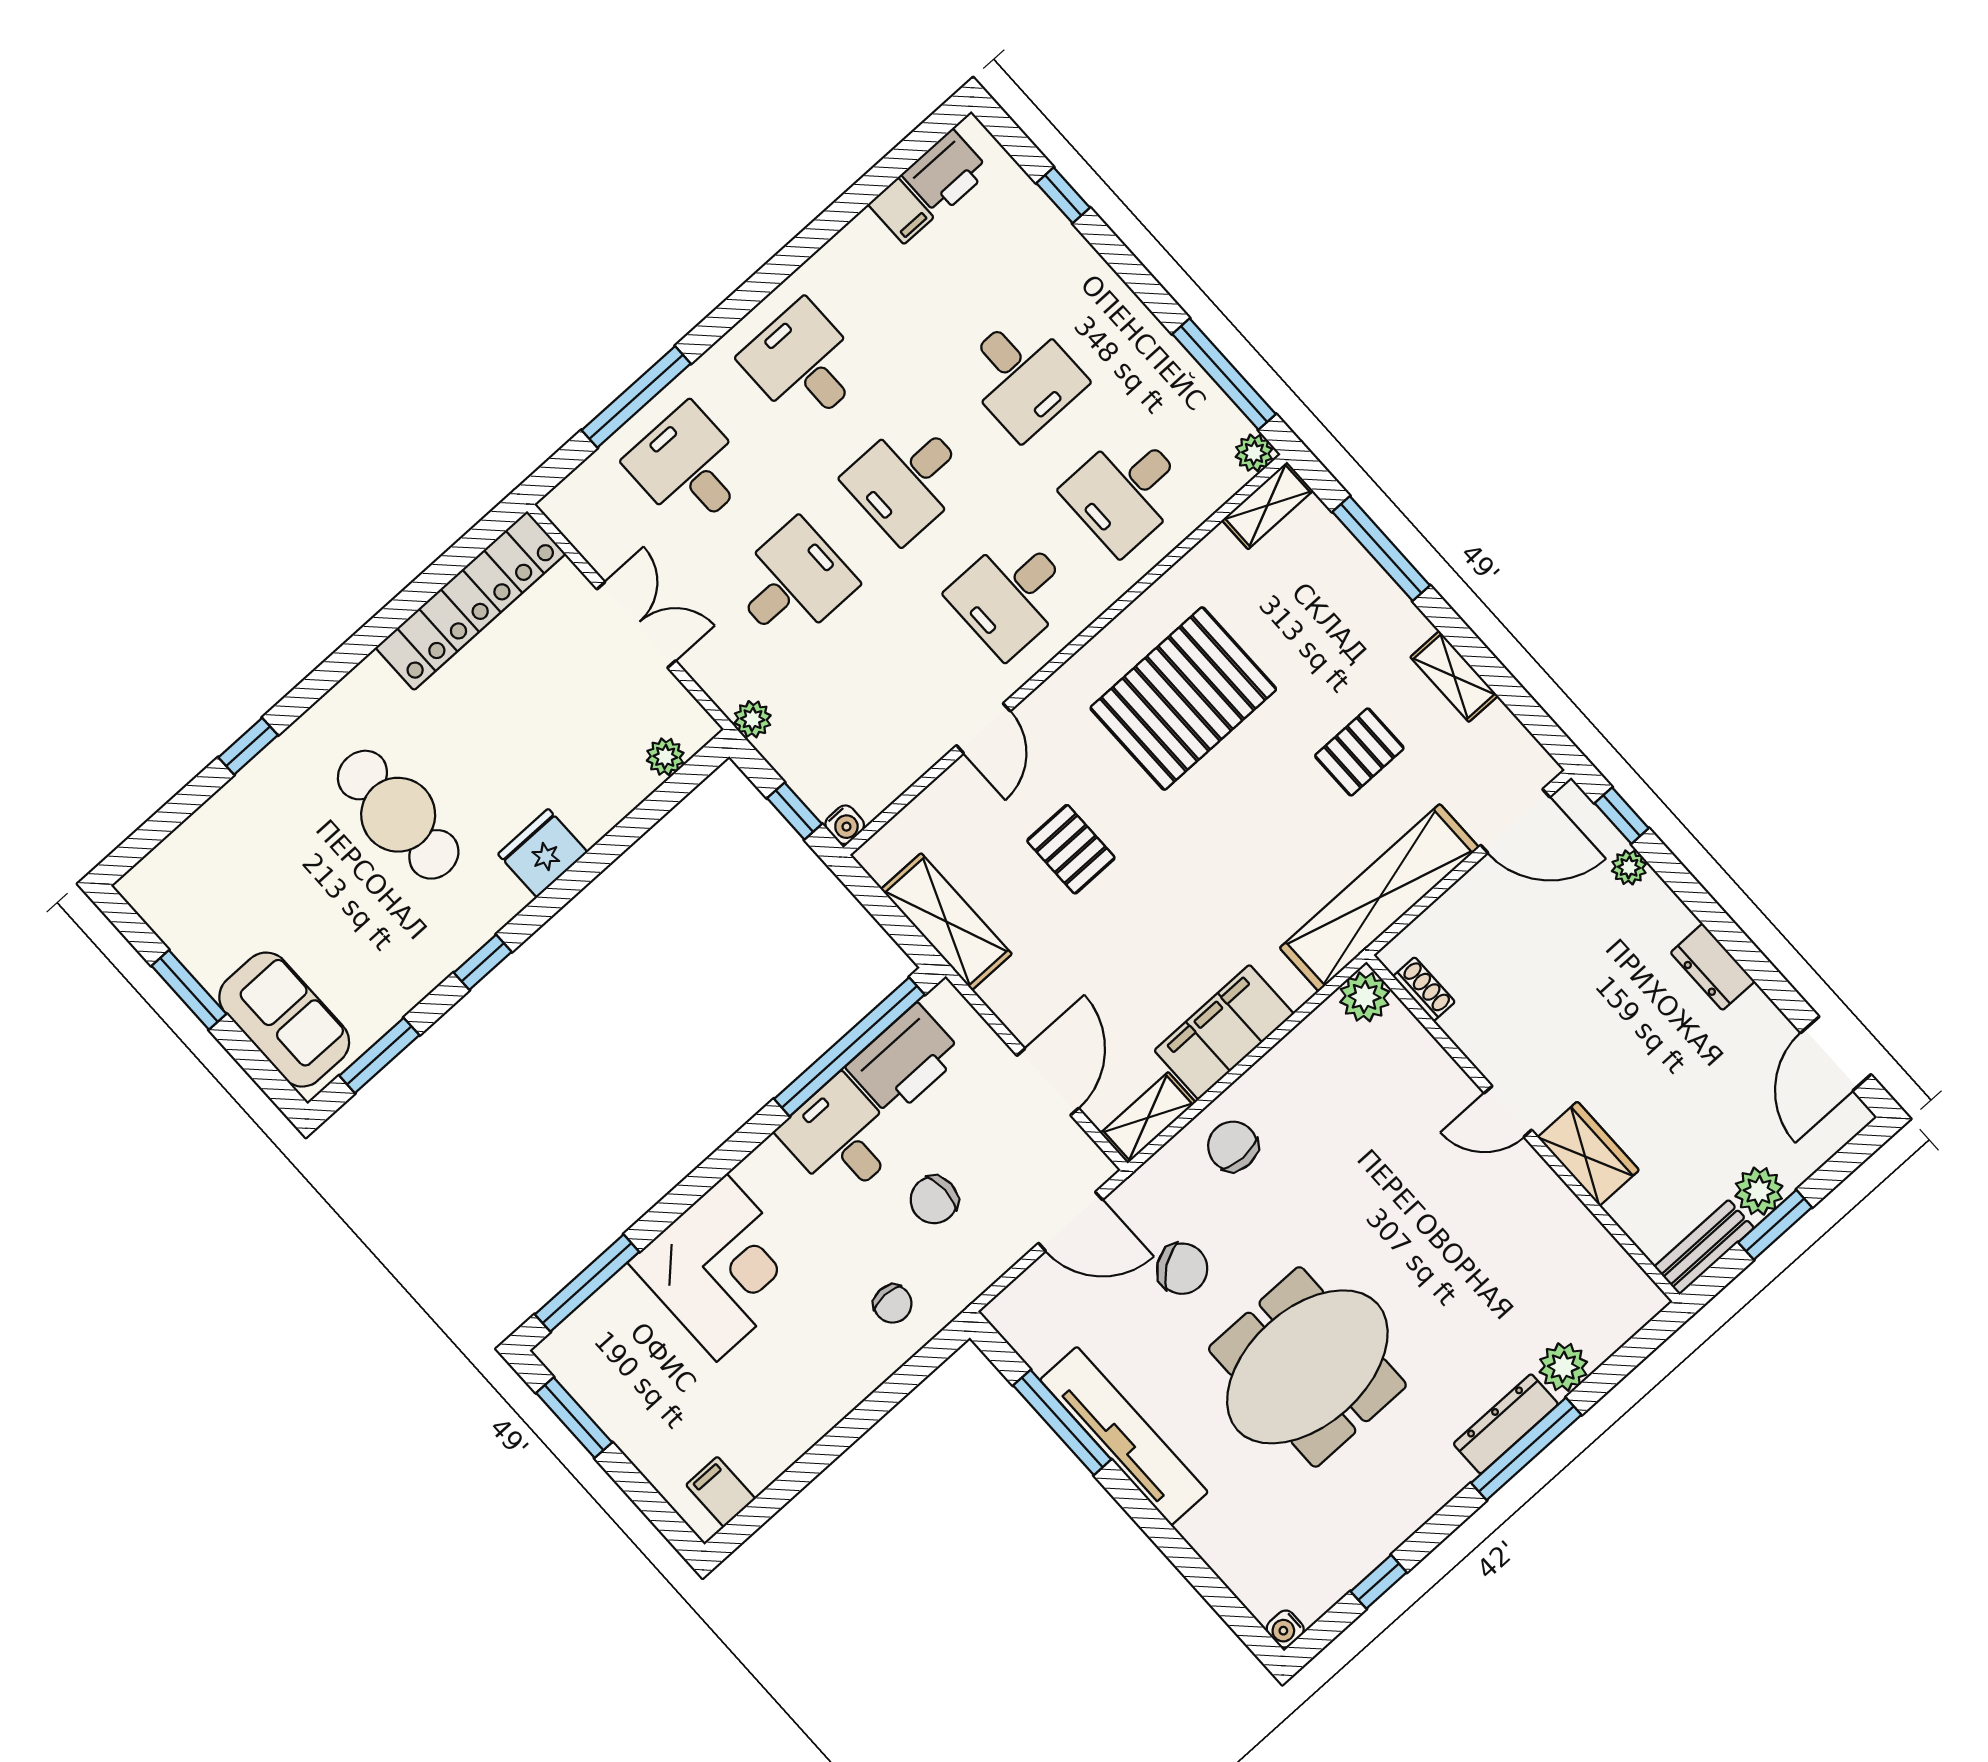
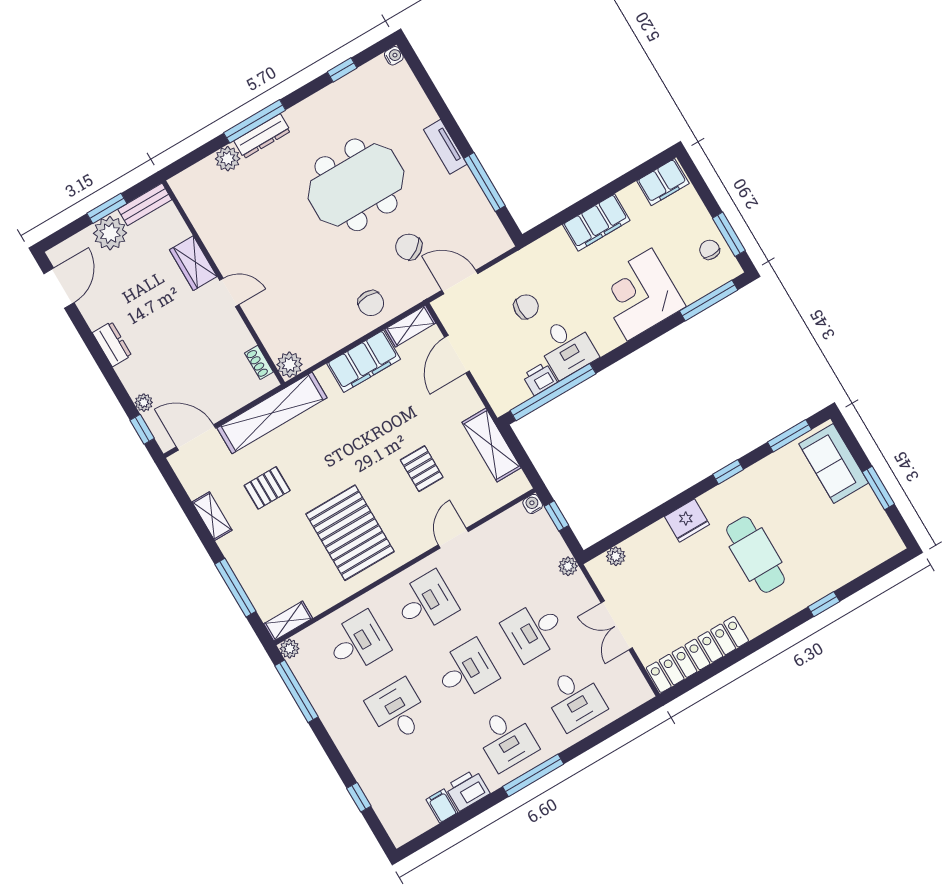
printer: (946, 173) -> (467, 790), moved
window: (636, 397) -> (533, 775), moved
pallet: (1183, 699) -> (350, 533), turned 90
printer: (905, 1060) -> (540, 379), width x0.53, depth x0.68
plant: (1759, 1191) -> (110, 233), width x1.36, depth x1.36
chair: (893, 1304) -> (710, 250), moved
filing cabinet: (832, 1389) -> (596, 222), added
tv unit: (1124, 1436) -> (445, 147), width x0.52, depth x0.78
filing cabinet: (721, 1492) -> (663, 182), width x2.00

